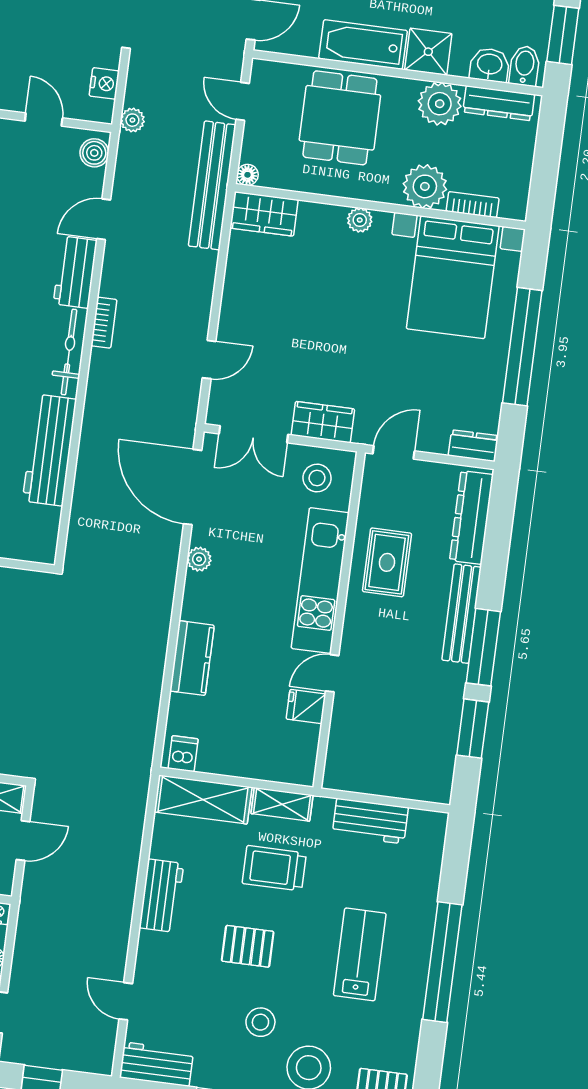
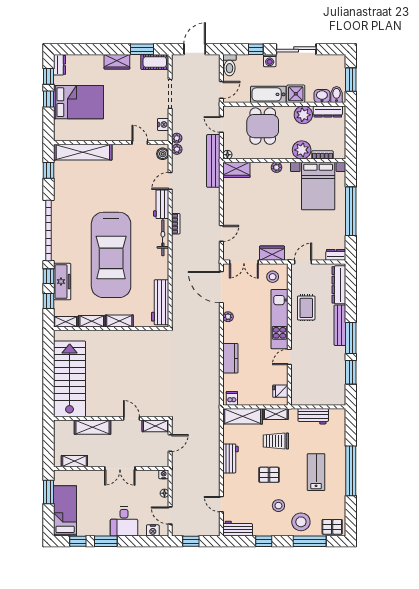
plant: (129, 147) -> (177, 149), added
workbench: (49, 450) -> (160, 302), moved
fridge: (306, 707) -> (280, 391), moved

